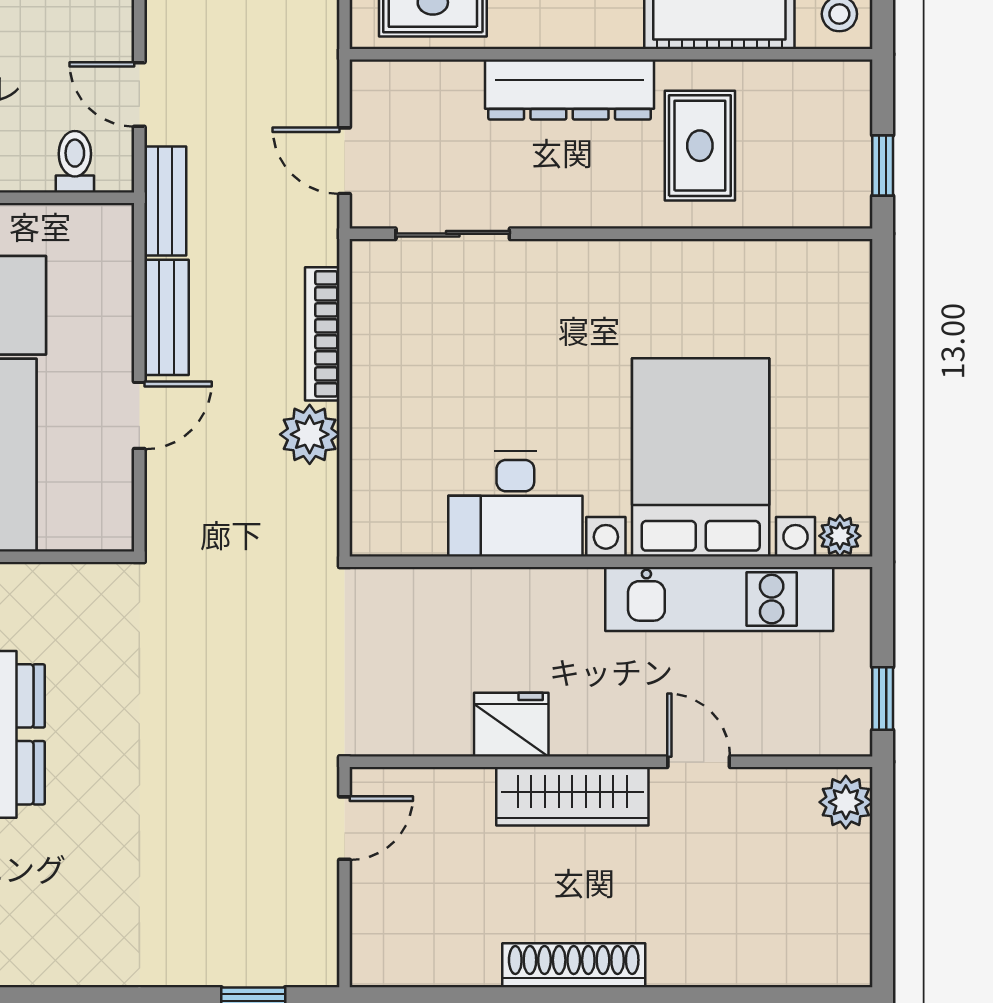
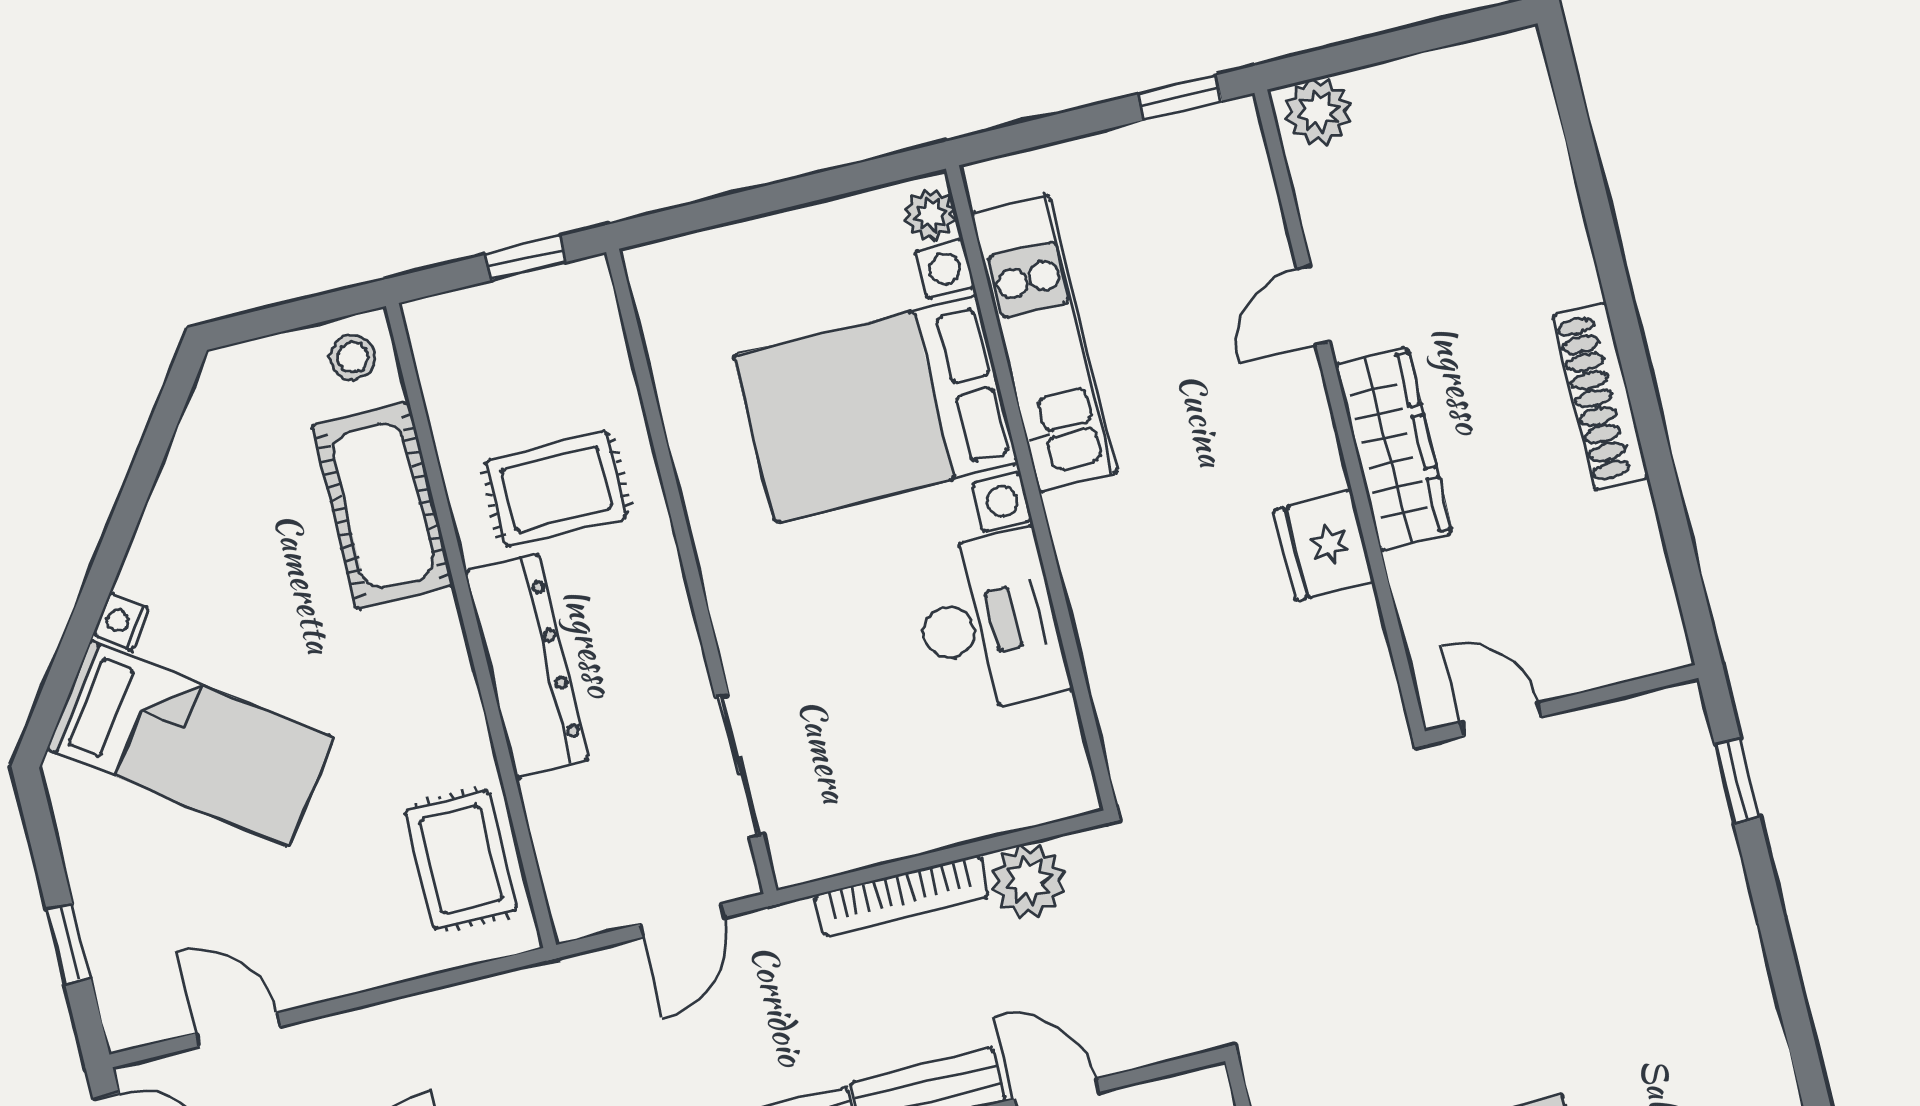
bed with nightstands: (701, 457) -> (876, 409), moved
desk: (515, 504) -> (989, 623), moved
plant: (840, 536) -> (930, 215), moved
wall: (611, 562) -> (1031, 488), moved
kitchen unit: (719, 599) -> (1044, 344), moved

